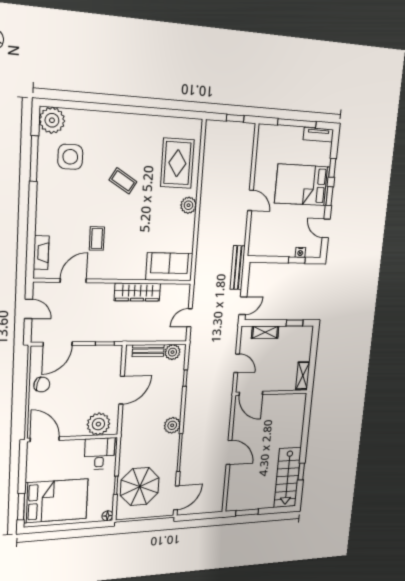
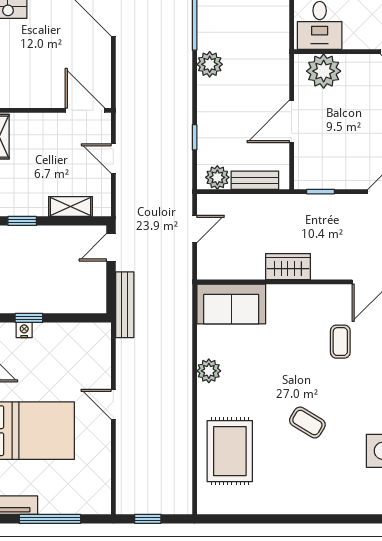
plant: (189, 205) -> (209, 371), moved
wardrobe: (137, 292) -> (288, 267), width x0.67

